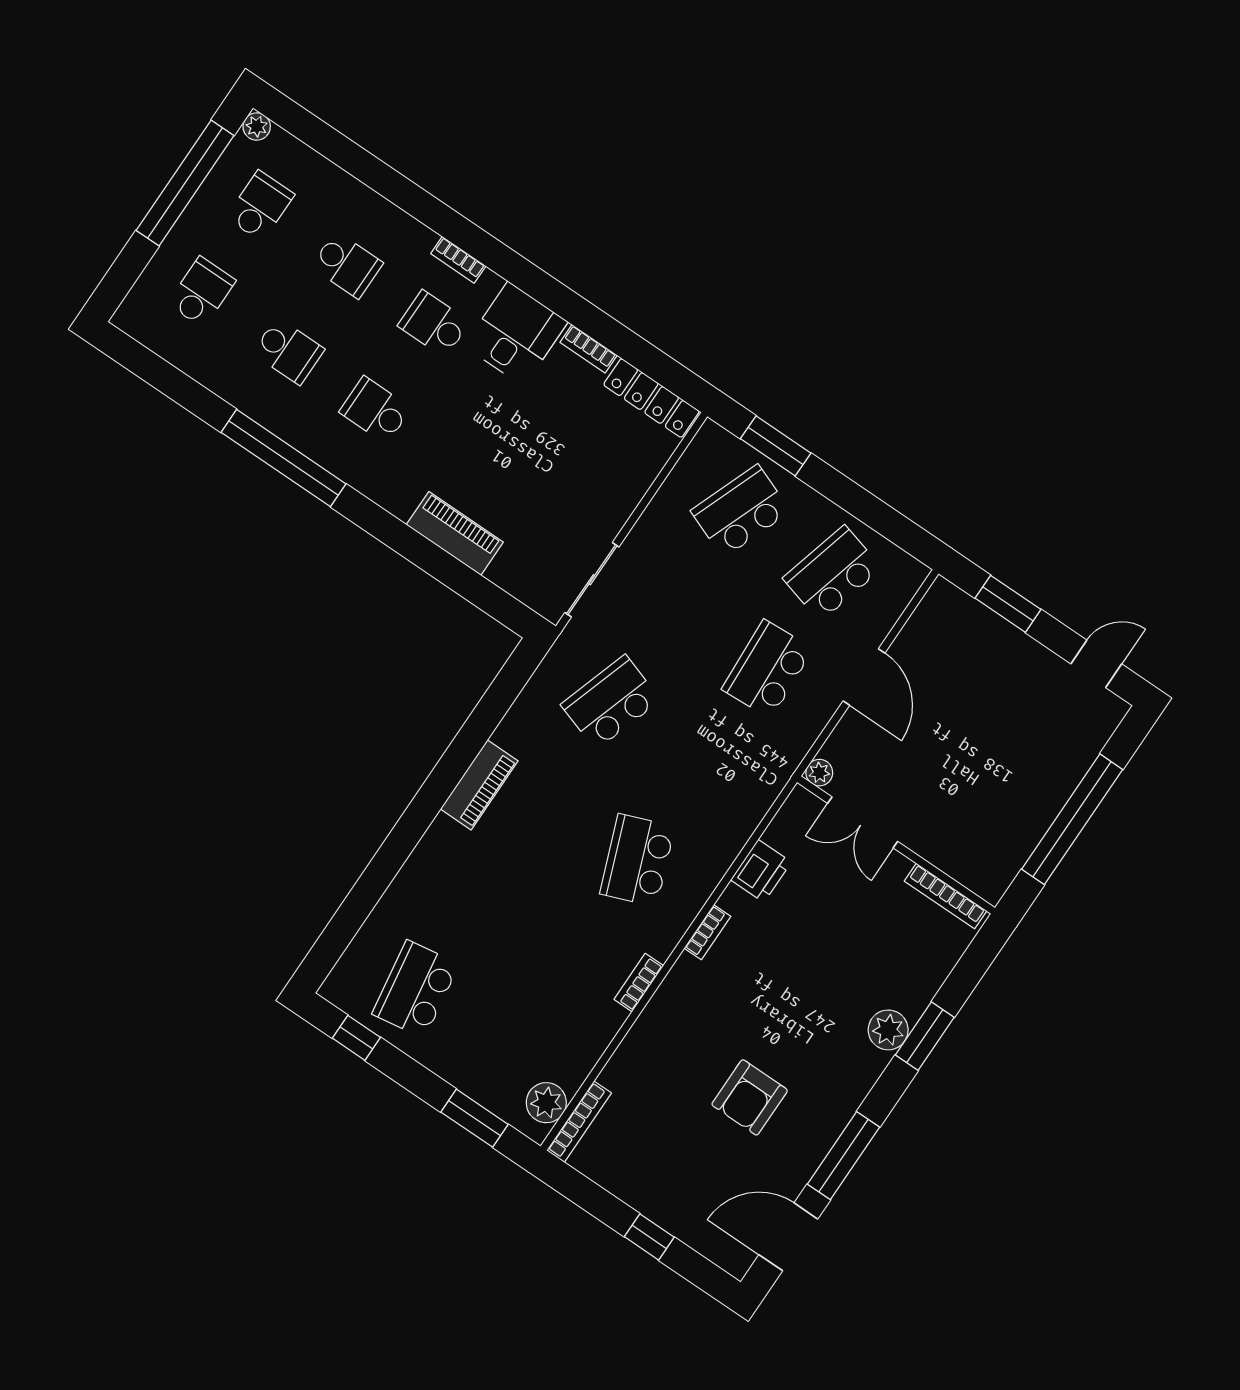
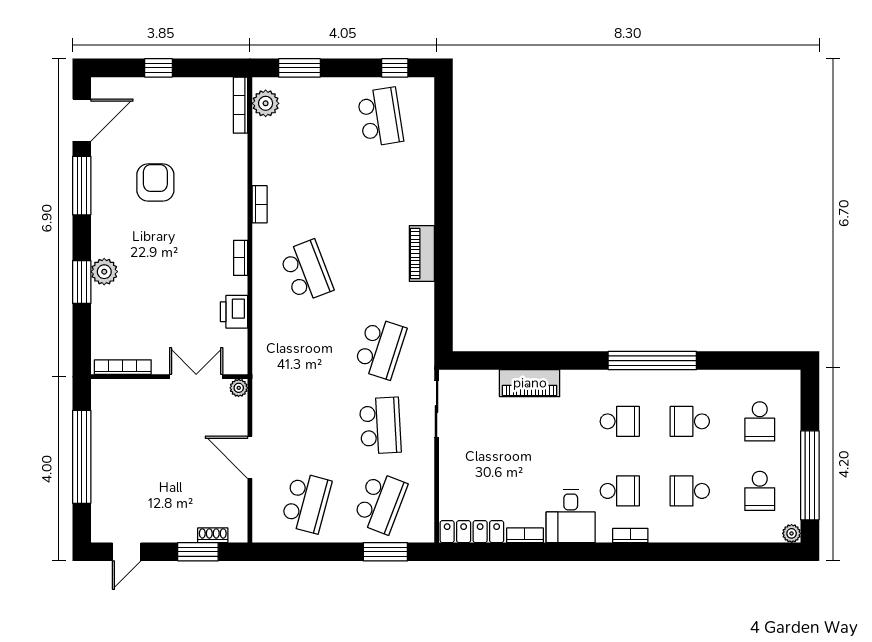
shoe rack: (976, 612) -> (213, 535), added
school desk: (767, 669) -> (380, 426), moved

